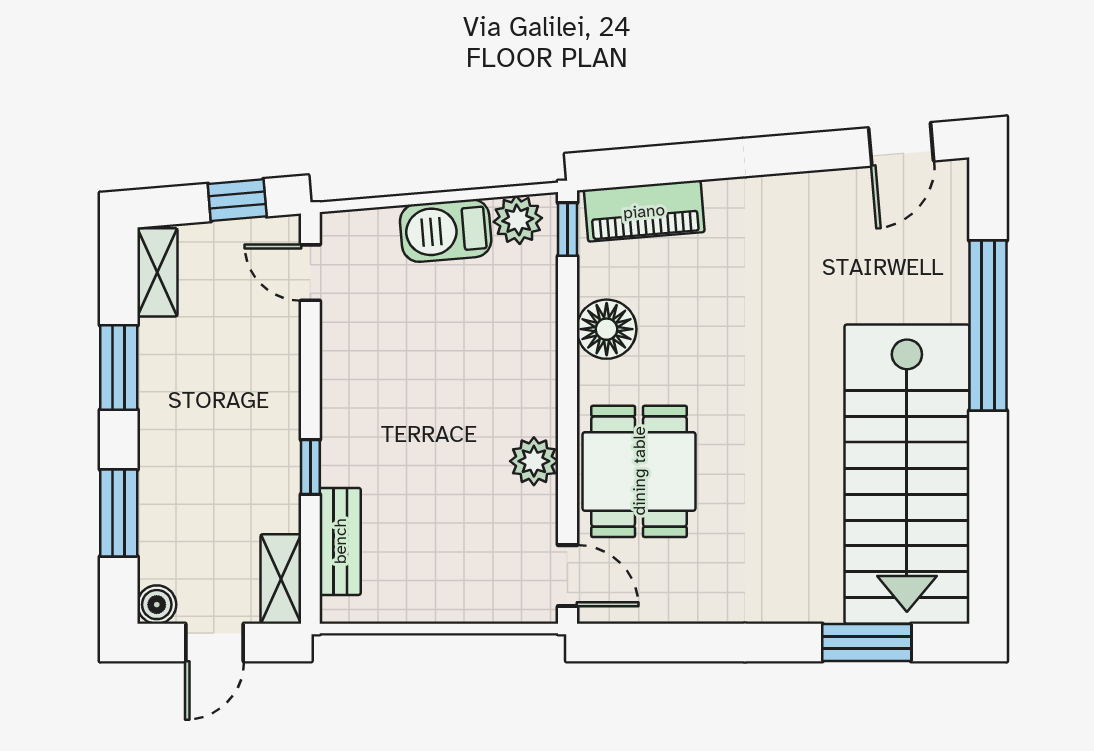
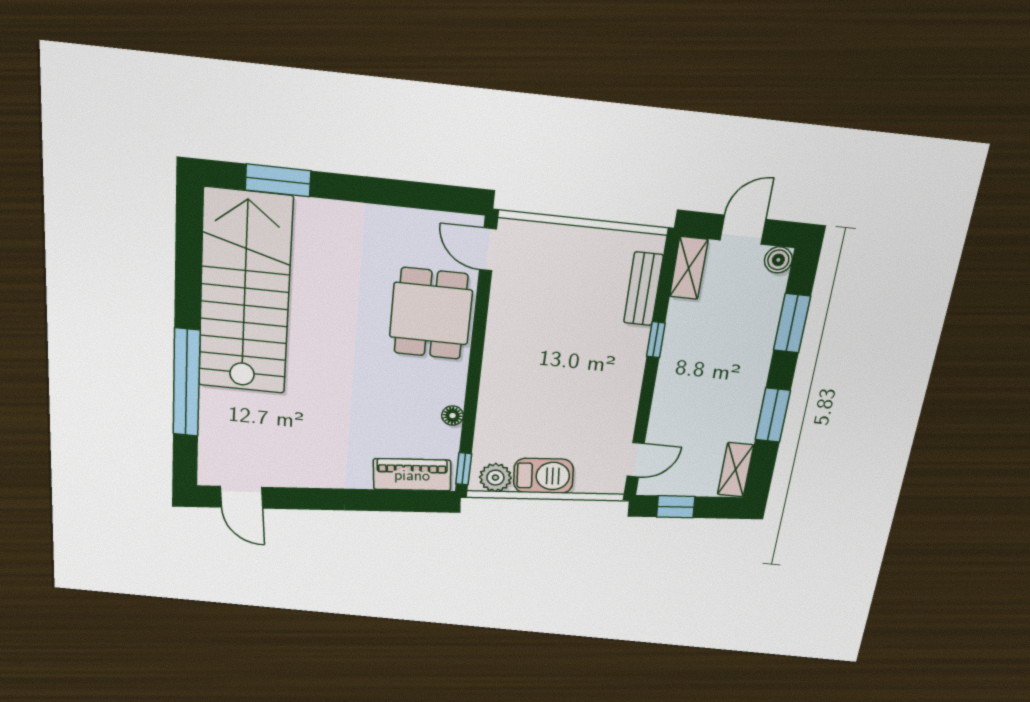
door: (901, 144) -> (241, 497), swing flipped
door: (310, 273) -> (636, 460), hinge flipped
floor lamp: (607, 329) -> (453, 416), width x0.53, depth x0.53
plant: (534, 461) -> (503, 328), removed

